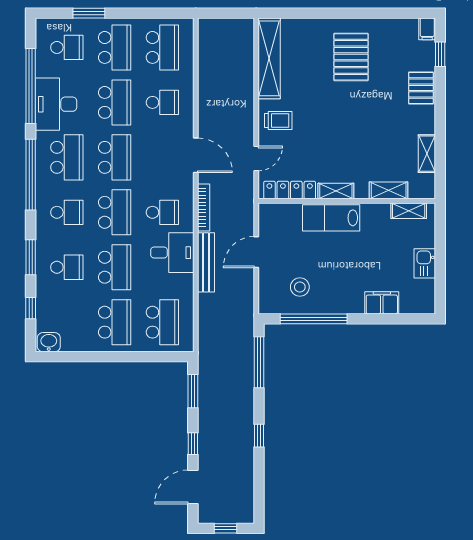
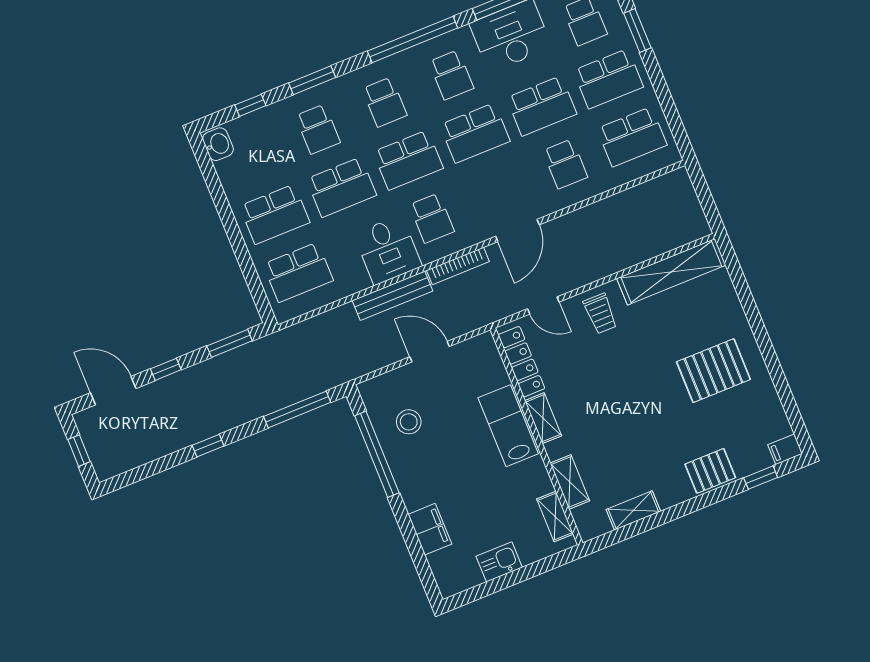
school desk: (67, 157) -> (451, 75), width x0.54

